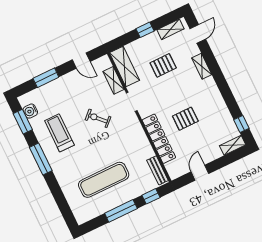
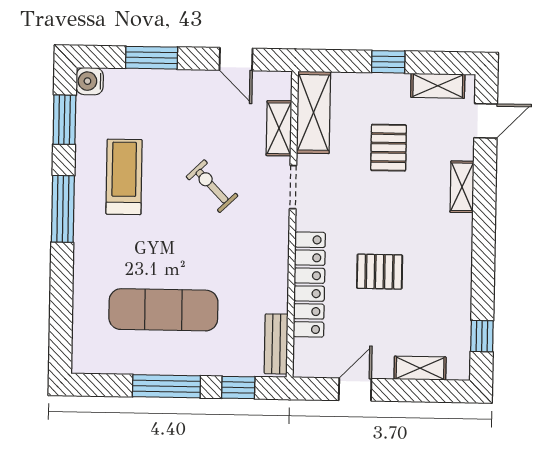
pallet: (163, 65) -> (389, 148), turned 90
water cooler: (30, 111) -> (90, 81), moved
shelving: (233, 145) -> (420, 368), moved

